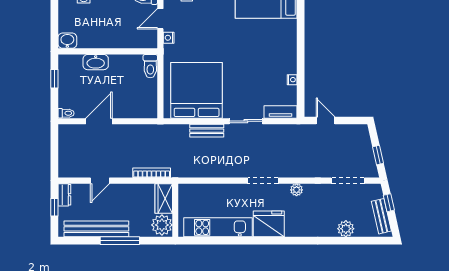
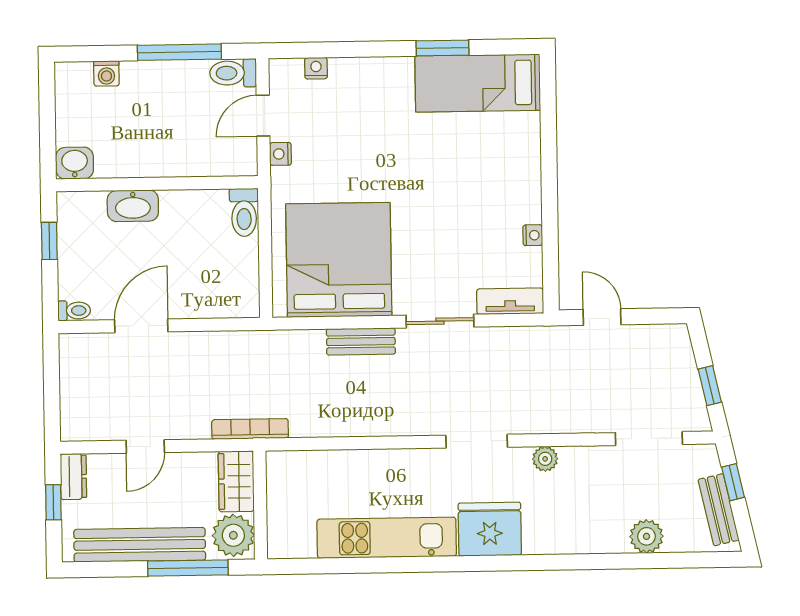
wardrobe: (164, 198) -> (236, 481), moved
wall: (175, 210) -> (260, 505), moved
plant: (162, 225) -> (233, 535), moved

